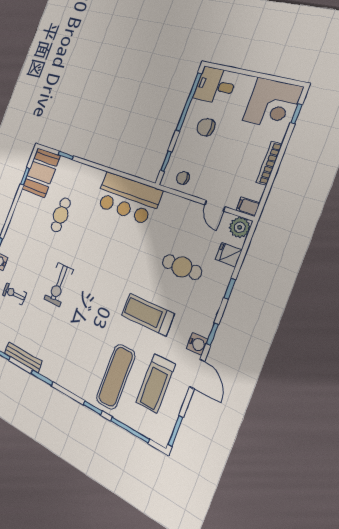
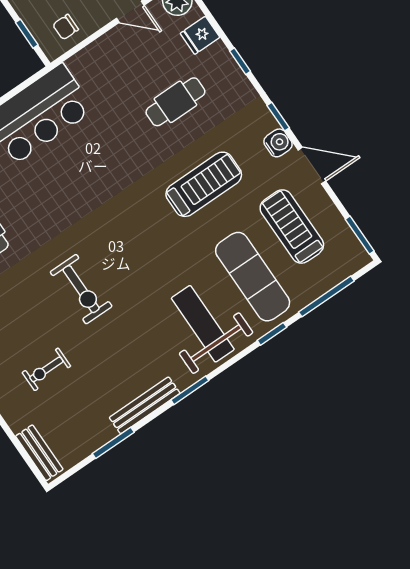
treadmill: (148, 314) -> (204, 184), turned 180
weight bench: (77, 363) -> (203, 324), added
treadmill: (155, 383) -> (292, 227), turned 180

